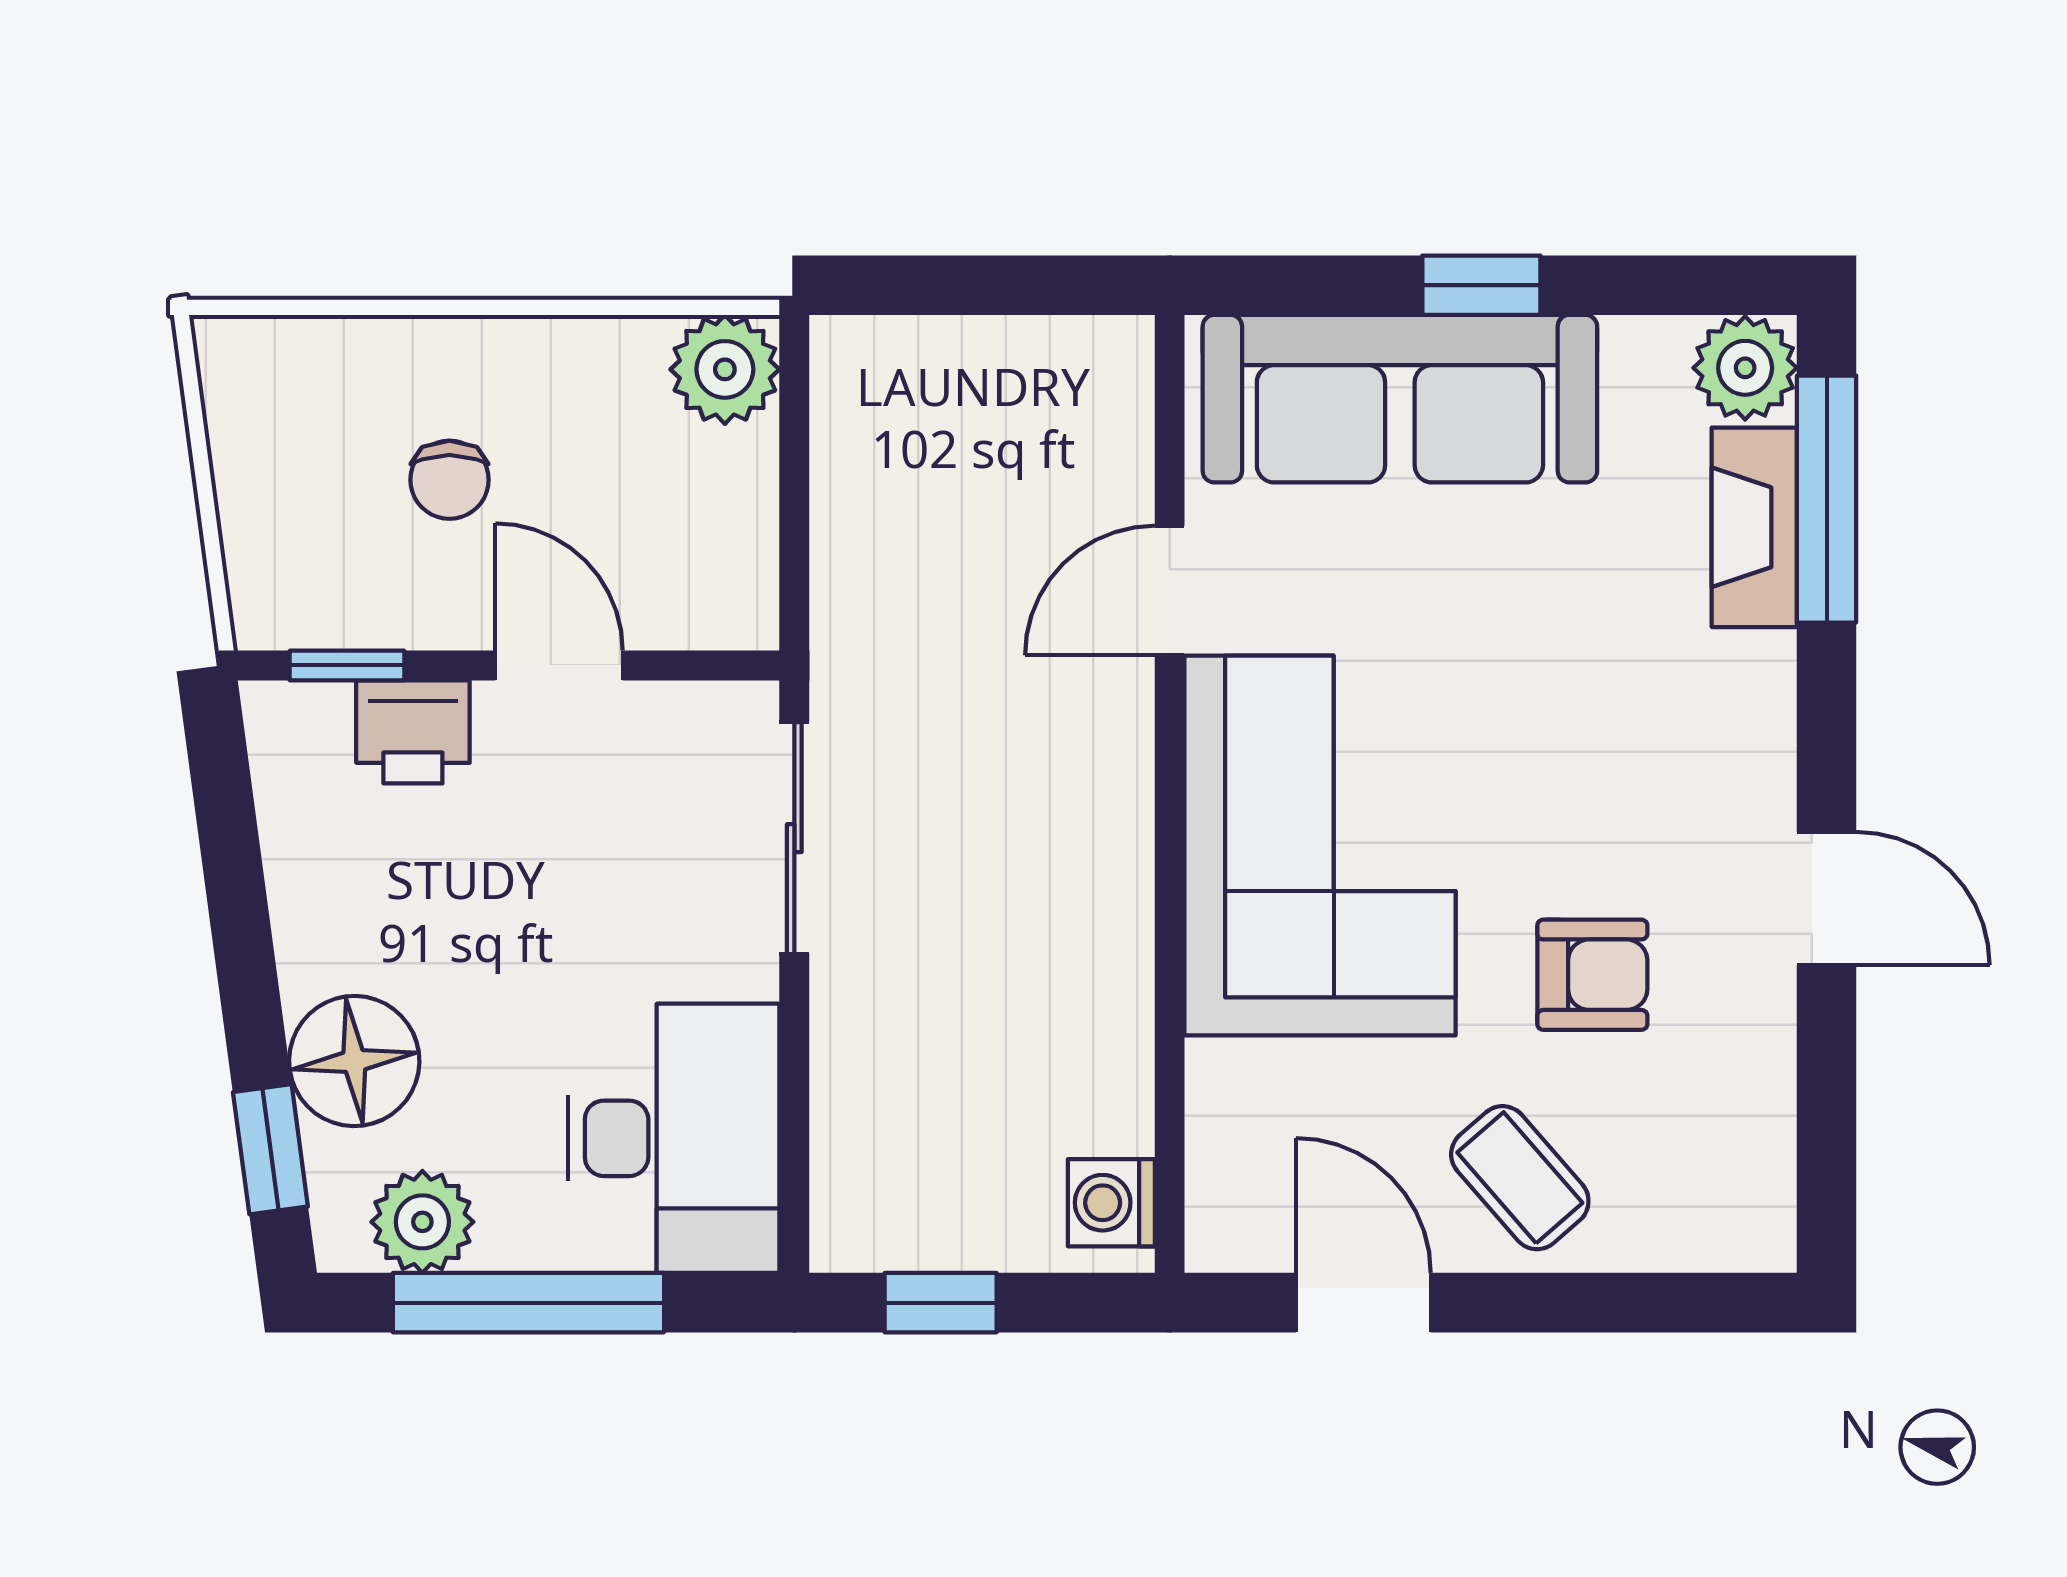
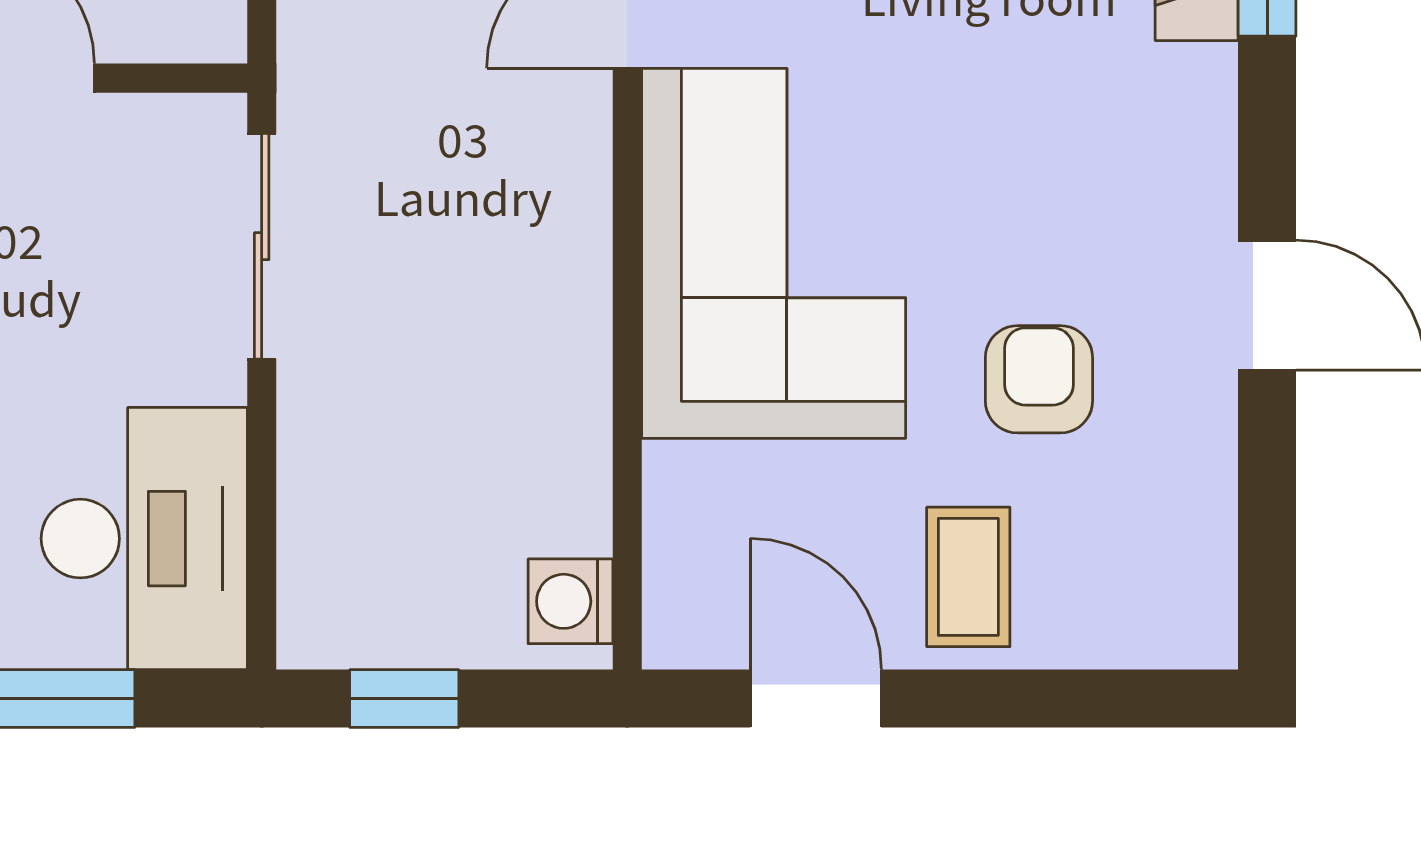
armchair: (1592, 975) -> (1039, 379), turned -90
coffee table: (1520, 1178) -> (968, 577), turned 41

